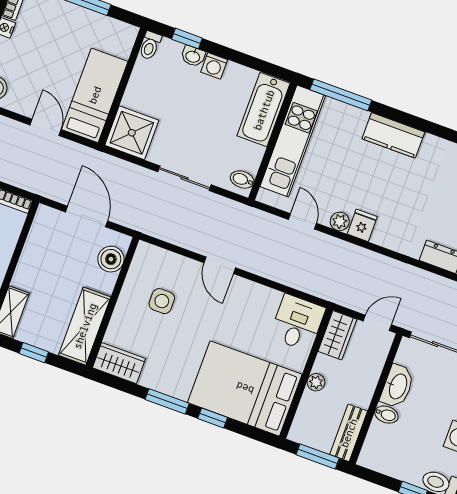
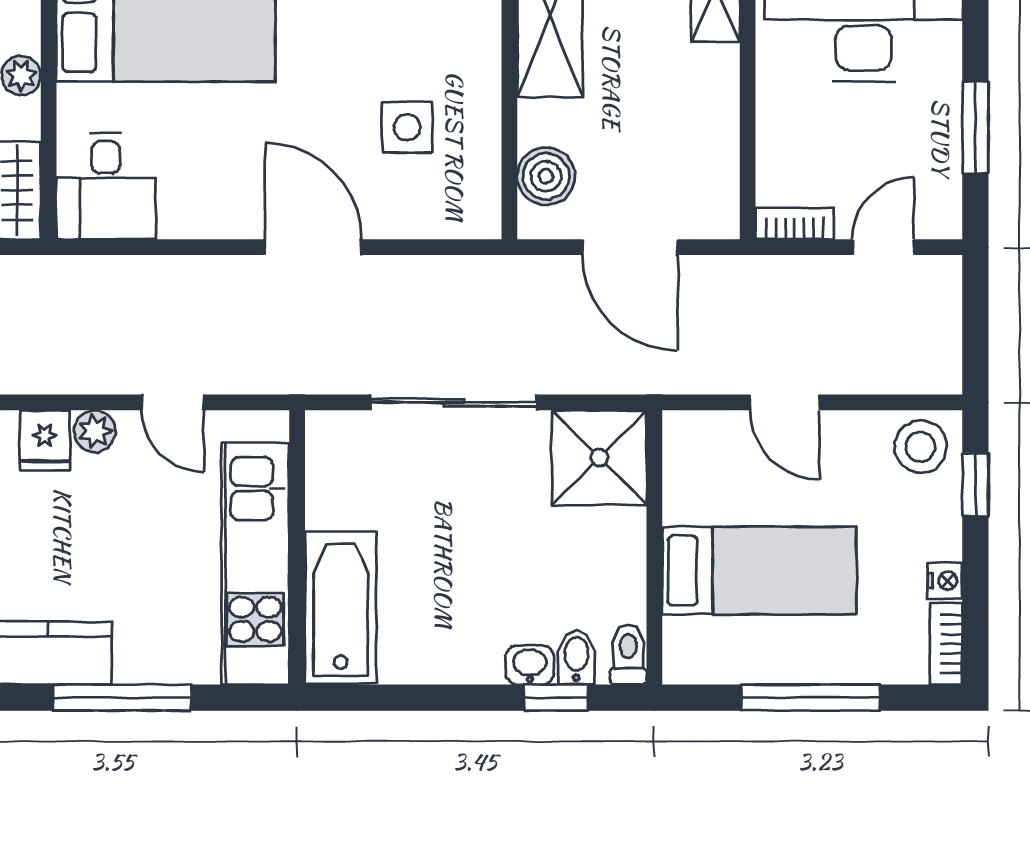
washing machine: (214, 66) -> (478, 661), removed
bed: (95, 95) -> (759, 571), moved, turned -90
window: (341, 95) -> (122, 698), moved
sliding door: (184, 178) -> (454, 402), width x1.37
bidet: (242, 180) -> (576, 658), moved, turned -90
door: (220, 265) -> (313, 247), width x1.38

